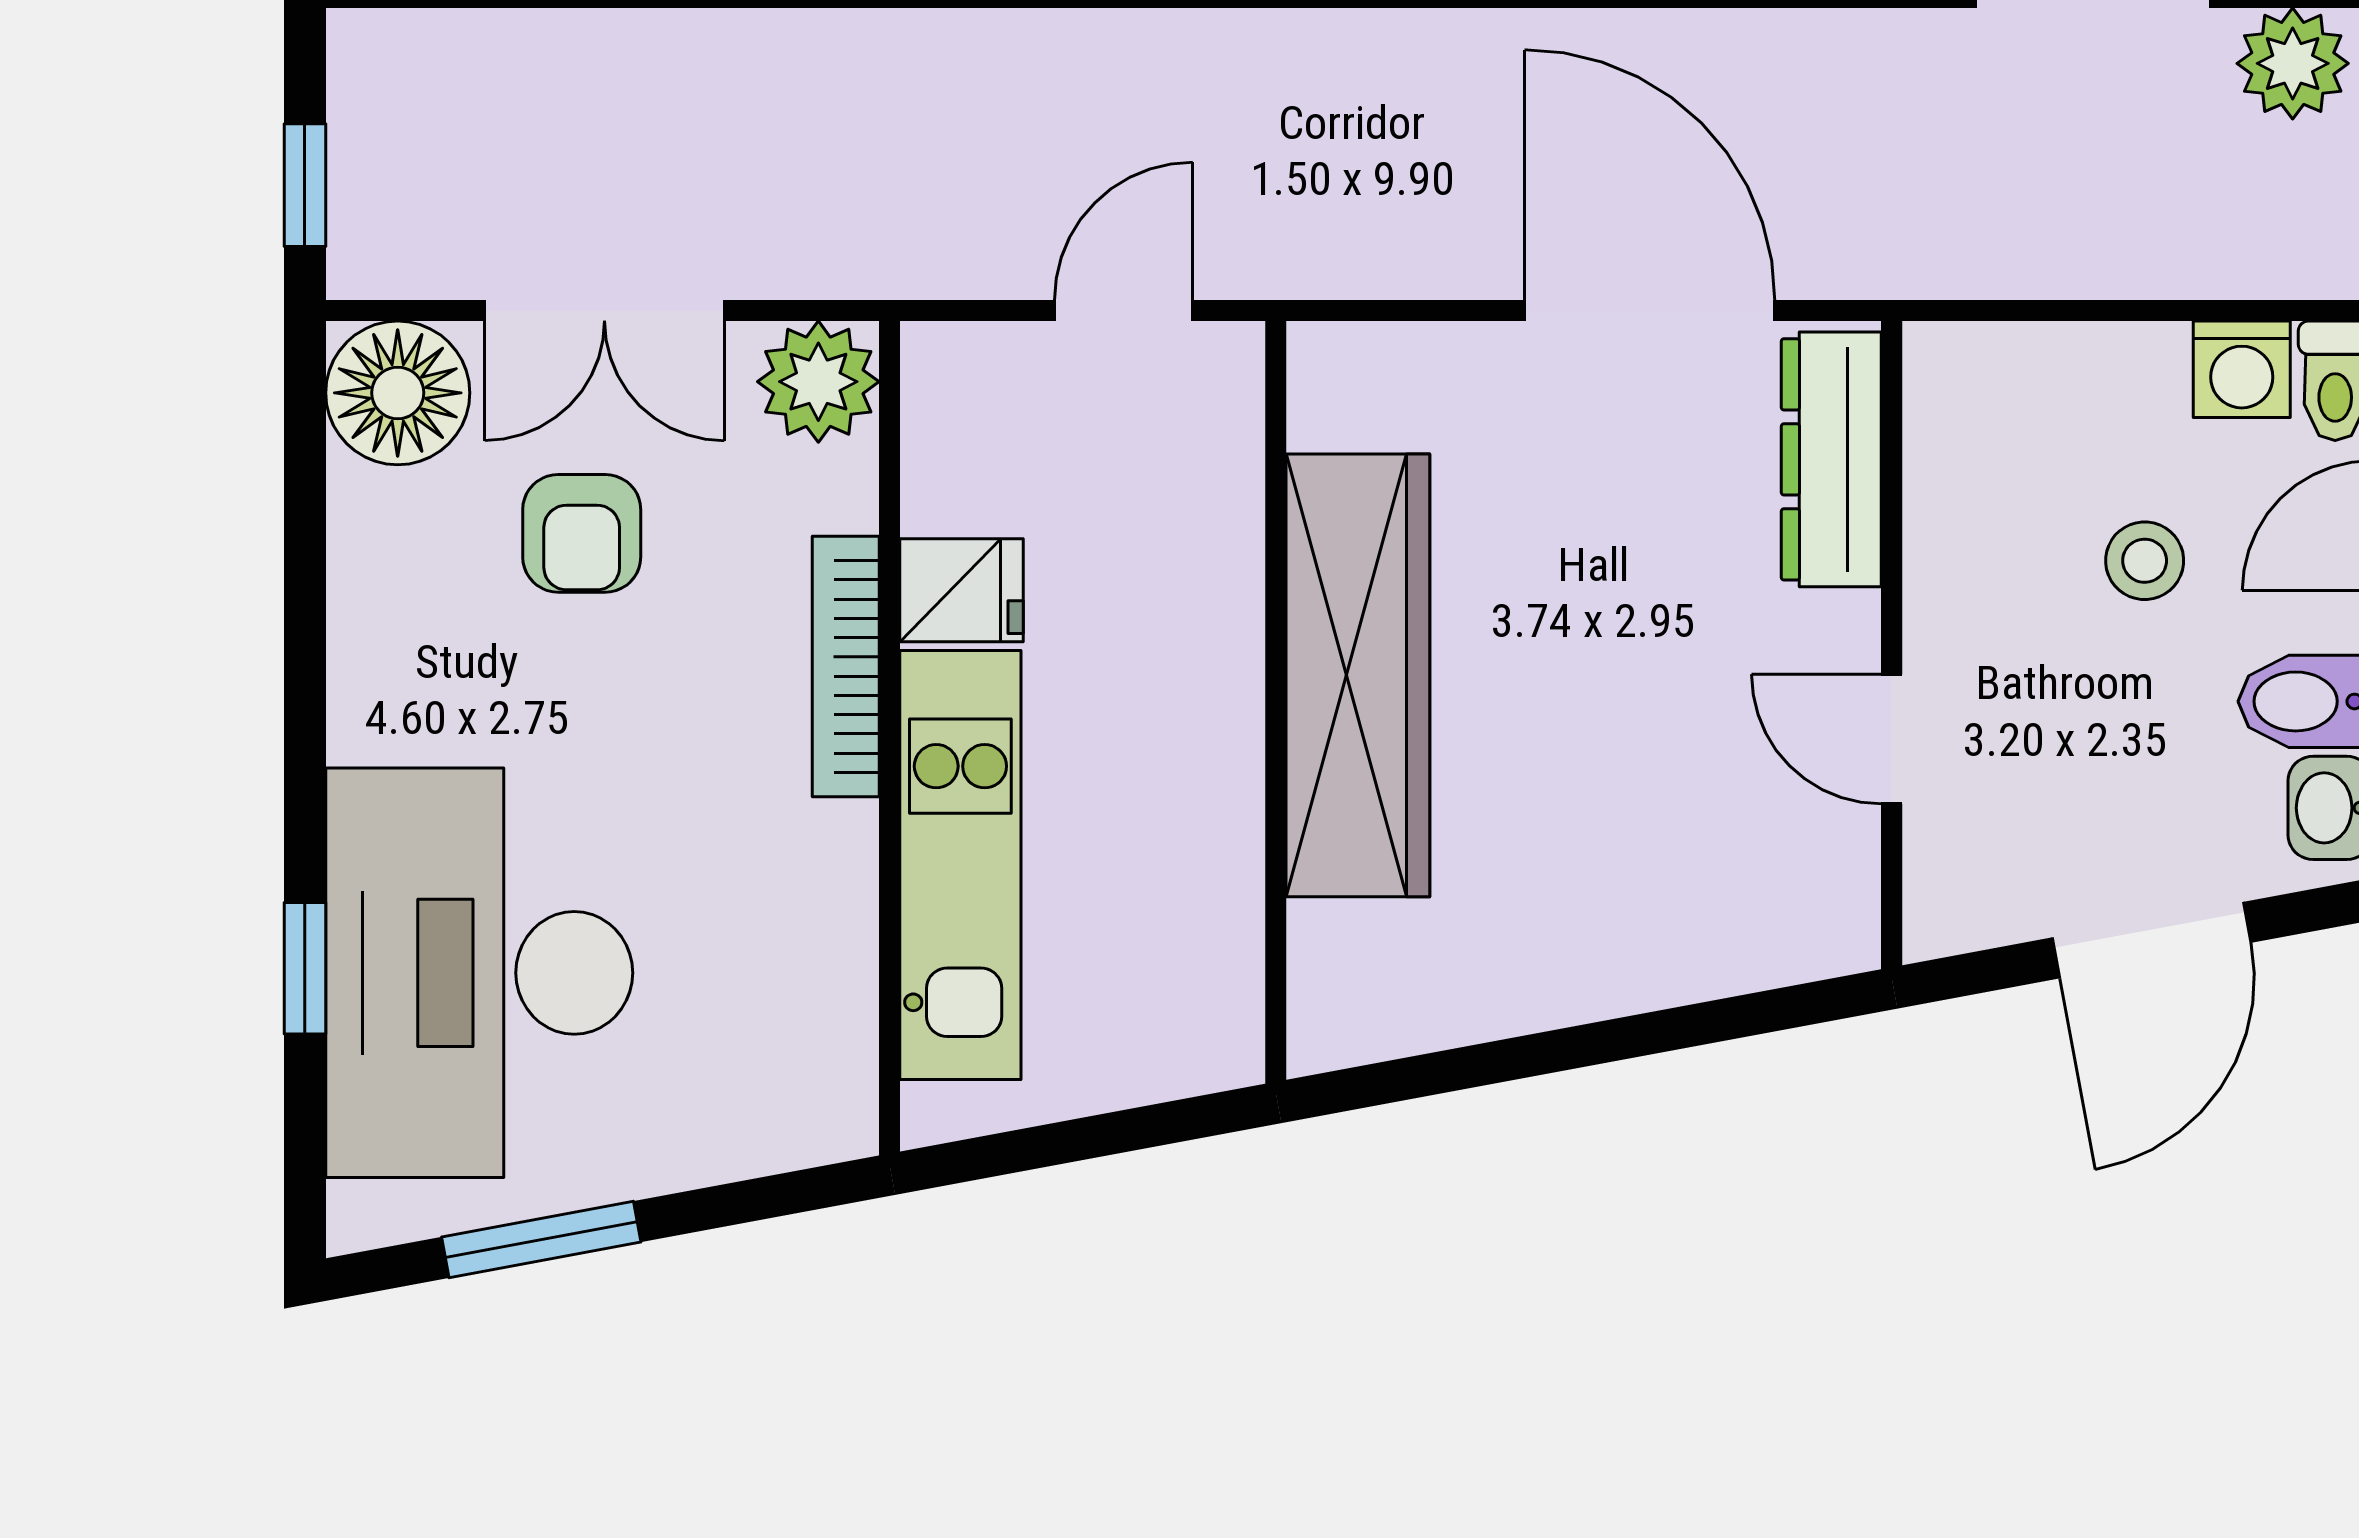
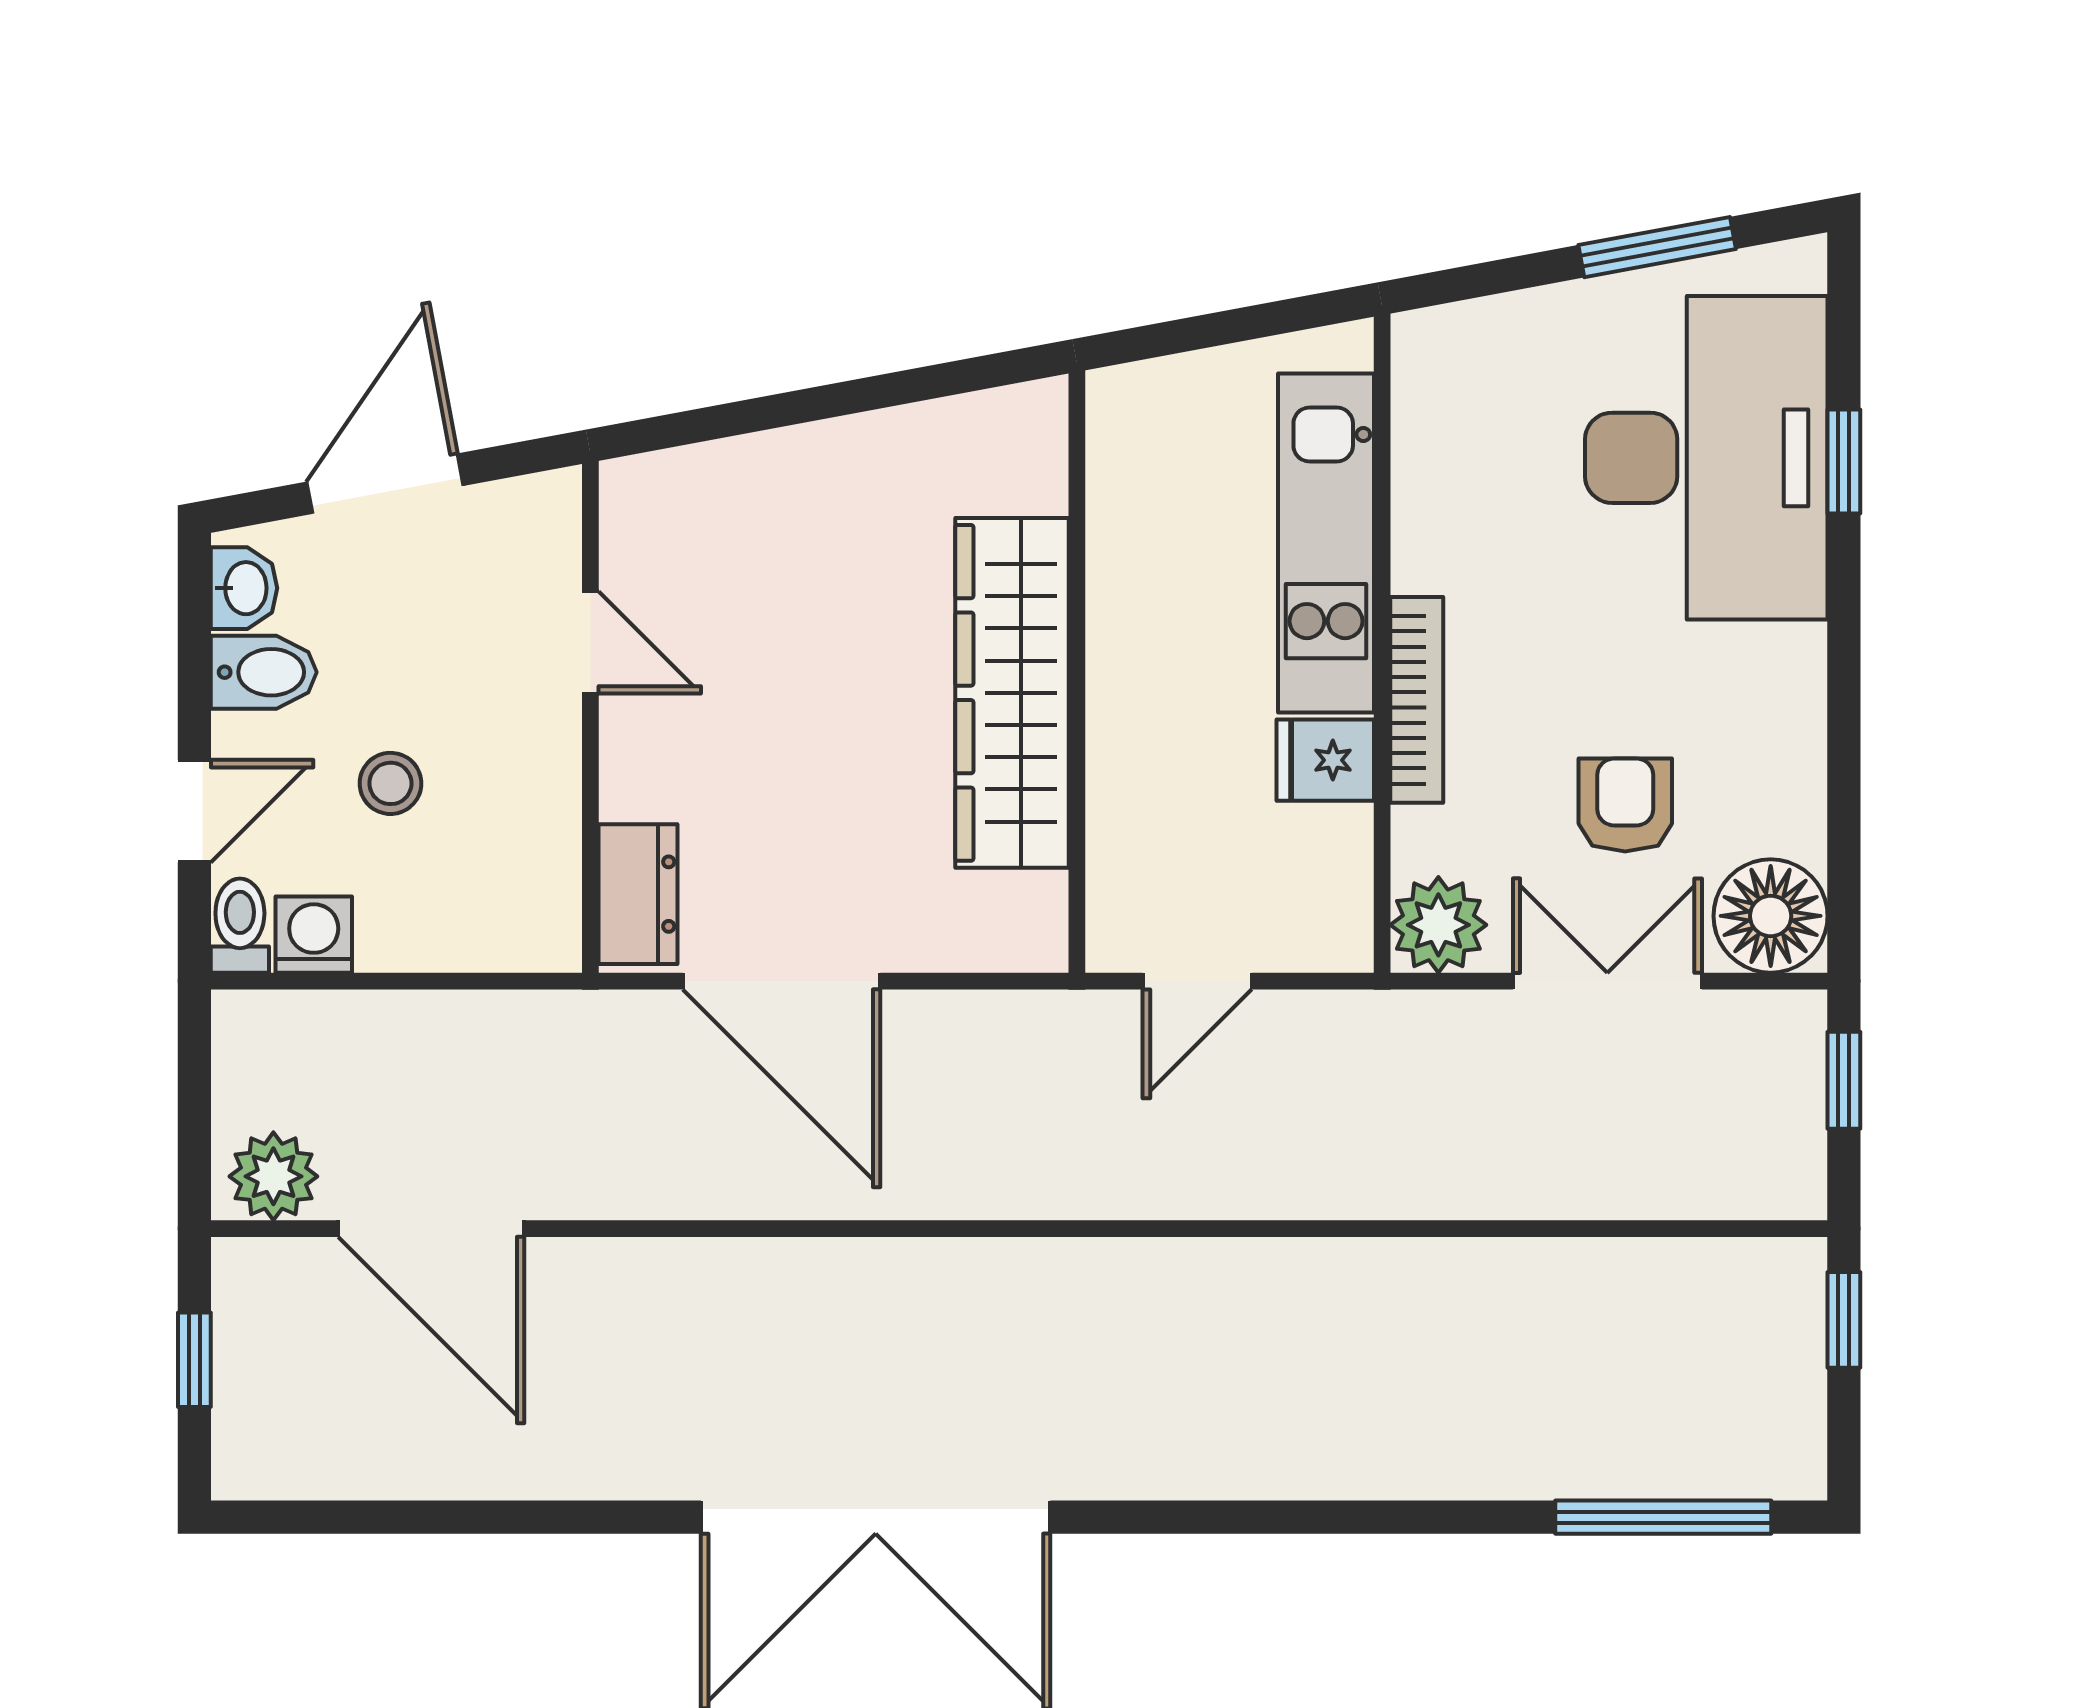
dresser: (1831, 459) -> (638, 894), width x0.70

